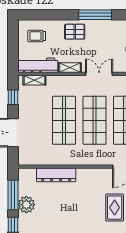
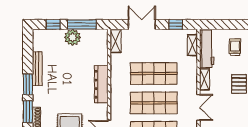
shelving: (30, 160) -> (116, 41), added
dresser: (56, 175) -> (101, 84), moved

